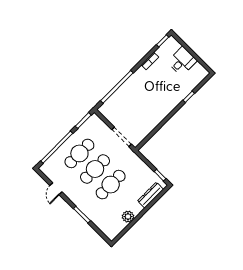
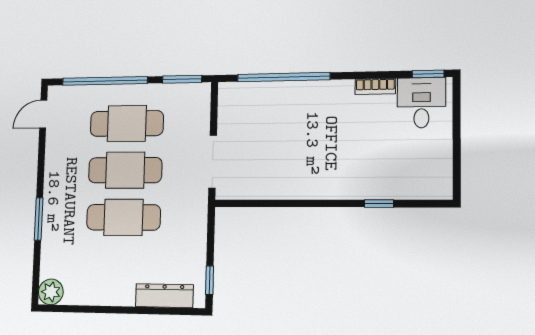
desk: (182, 61) -> (421, 103), moved, turned -90
door: (56, 189) -> (43, 114), moved
plant: (128, 217) -> (51, 292), moved

